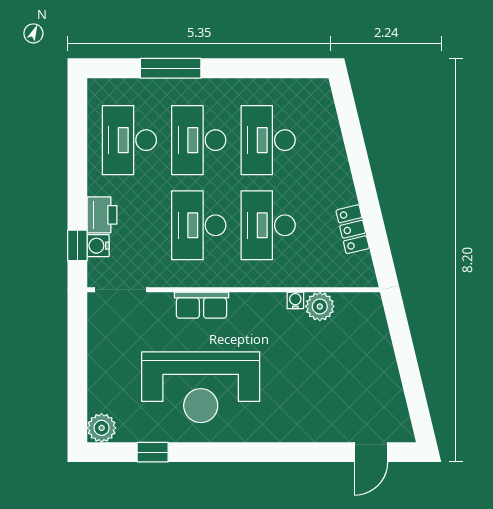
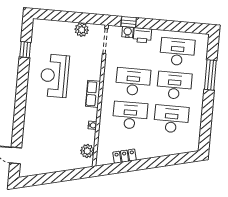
row of seats: (201, 305) -> (93, 94), moved
plant: (320, 306) -> (87, 151), moved
reception desk: (201, 387) -> (55, 76), width x0.74, depth x0.77
plant: (102, 428) -> (82, 30), moved

